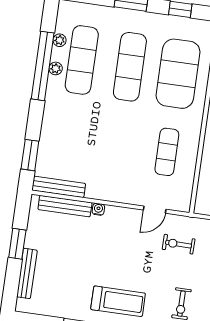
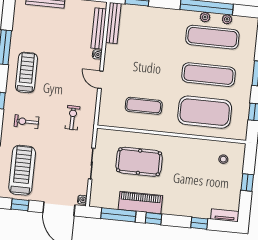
door: (155, 210) -> (100, 80), moved
treadmill: (118, 301) -> (26, 72), turned 180

